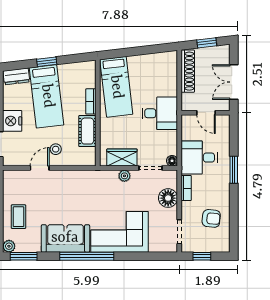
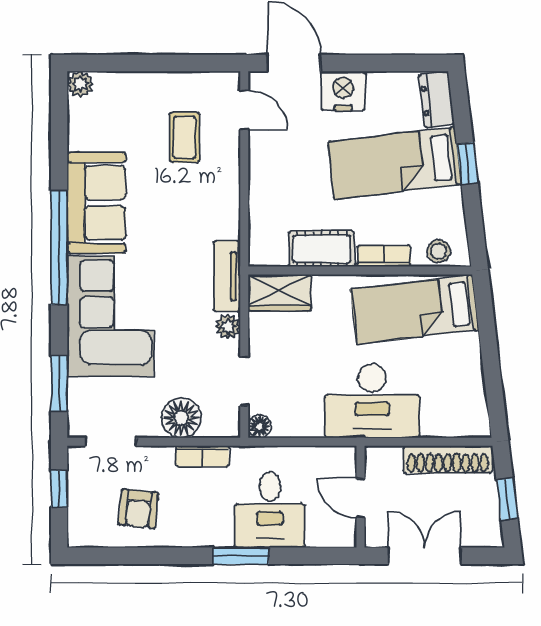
desk: (160, 113) -> (372, 401), width x1.37
door: (206, 113) -> (360, 498), hinge flipped
stool: (56, 149) -> (439, 251), moved
wardrobe: (122, 158) -> (280, 293), moved, turned 90
desk: (199, 158) -> (270, 510), moved, turned 180
door: (40, 168) -> (244, 110), moved
tv unit: (101, 176) -> (227, 276), added
coffee table: (19, 217) -> (185, 137), moved, turned 90
window: (24, 256) -> (59, 384), moved

